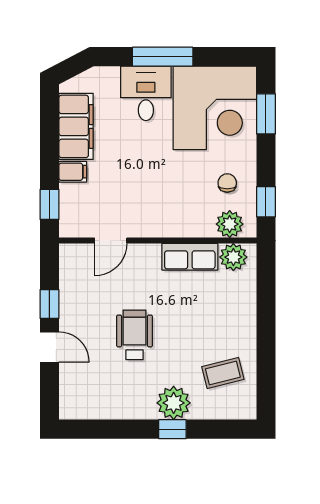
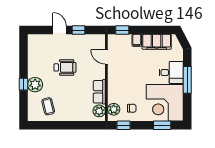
door: (49, 347) -> (60, 30), swing flipped

